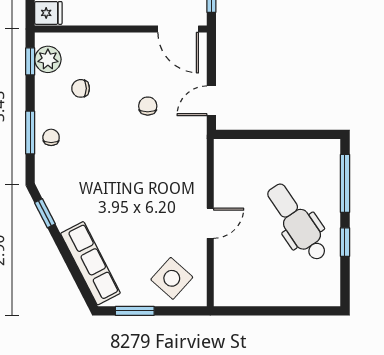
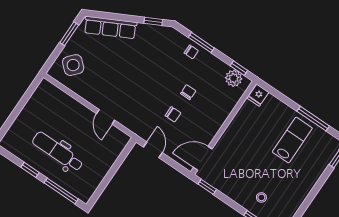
chair: (81, 88) -> (188, 92), moved
dental chair: (297, 222) -> (58, 152), turned -146
door: (210, 223) -> (106, 117), moved

